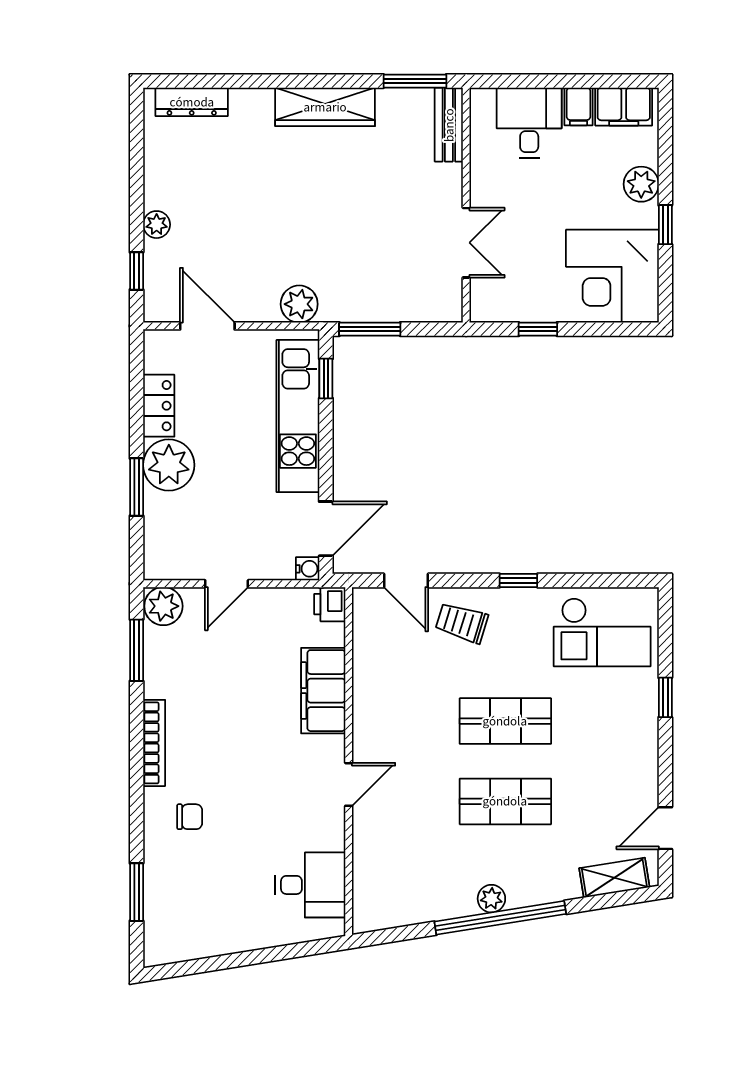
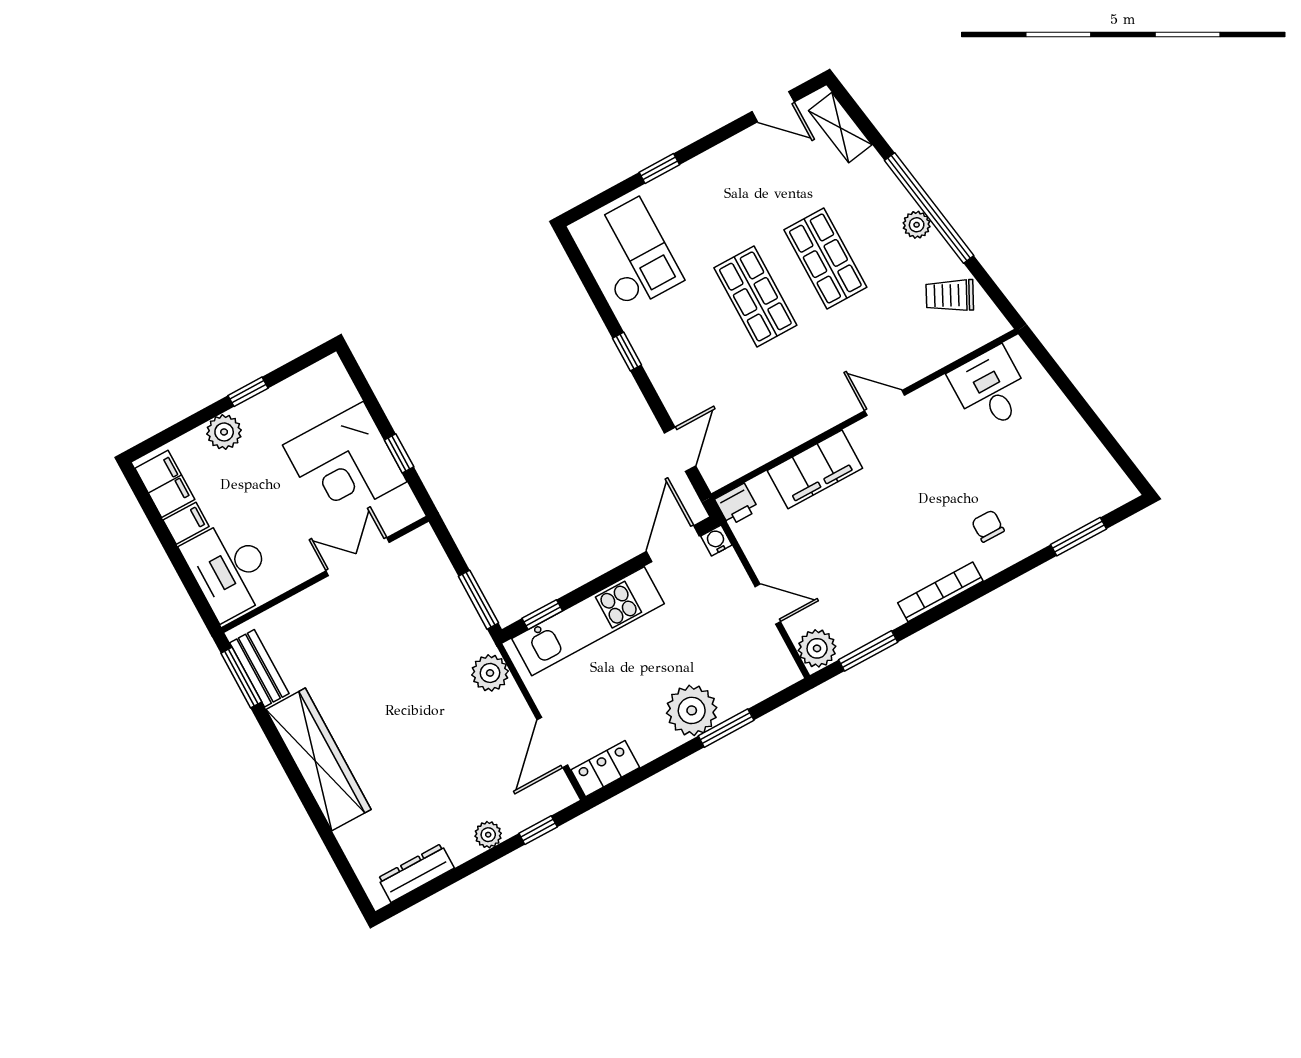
dresser: (192, 102) -> (416, 873), moved, turned -90
wardrobe: (325, 107) -> (319, 759), width x1.40, depth x1.17
desk: (529, 123) -> (229, 569), width x1.37
bench: (449, 125) -> (259, 668), moved, turned 90
corner desk: (612, 276) -> (345, 463), moved, turned 90
locker: (159, 406) -> (605, 769), moved
door: (326, 529) -> (673, 544), hinge flipped
trolley: (462, 623) -> (950, 295), moved, turned 100

